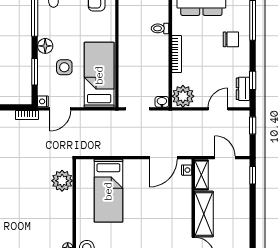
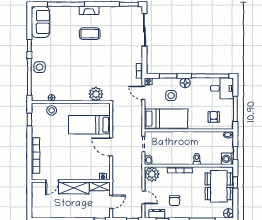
chair: (231, 39) -> (175, 201), moved
door: (163, 158) -> (111, 147), moved

